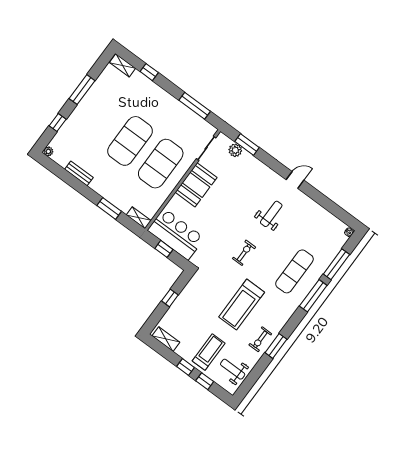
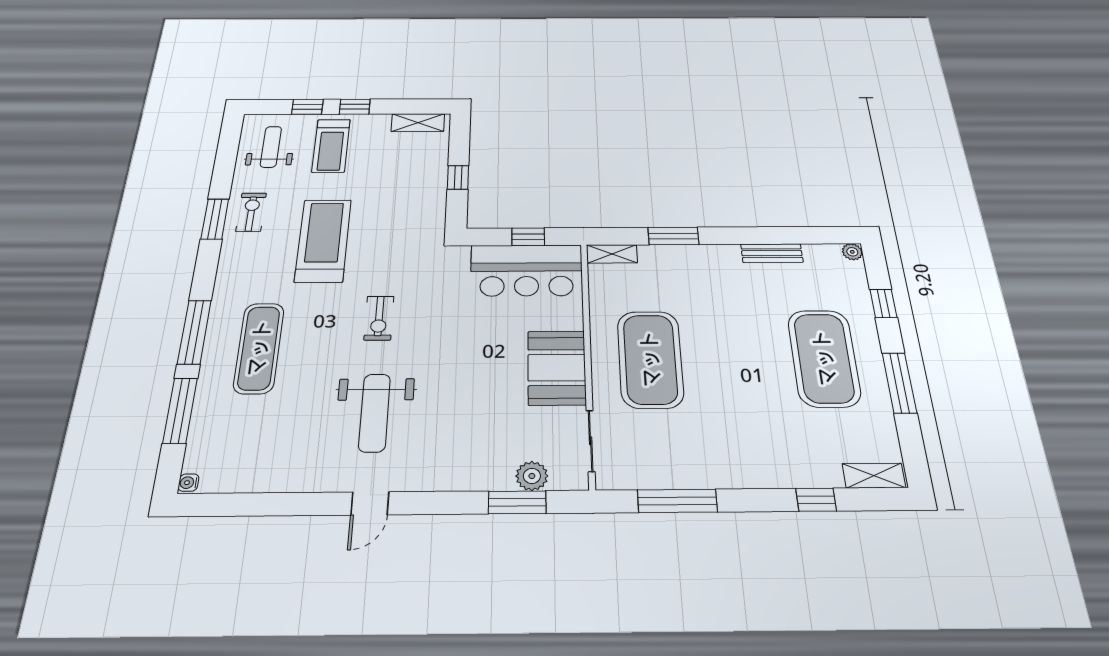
exercise mat: (130, 141) -> (824, 358), moved
weight bench: (271, 214) -> (375, 413), width x1.36, depth x1.33
weight bench: (233, 369) -> (271, 147), turned -90

